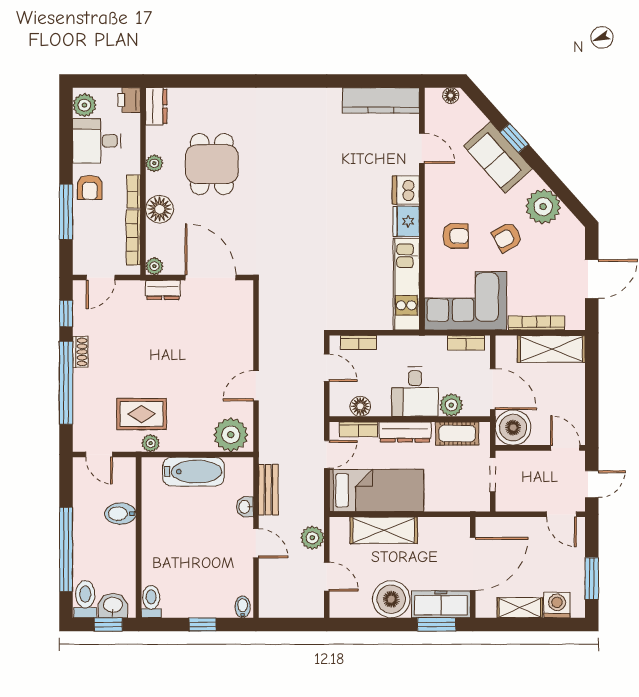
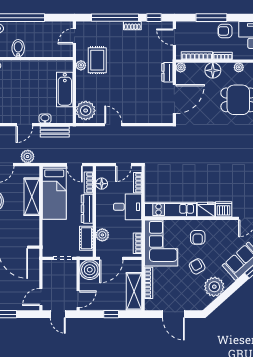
window: (592, 389) -> (111, 314), added
desk: (415, 392) -> (128, 207), moved, turned 180
bidet: (120, 514) -> (18, 48), moved

